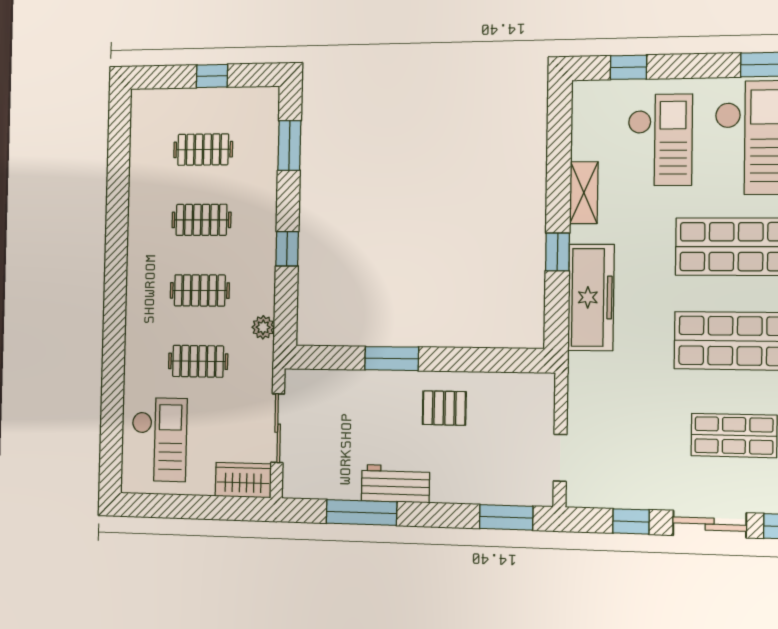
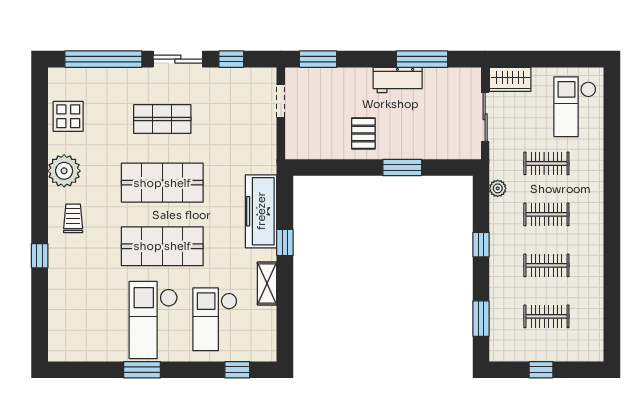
pallet: (444, 408) -> (363, 133), turned 90

